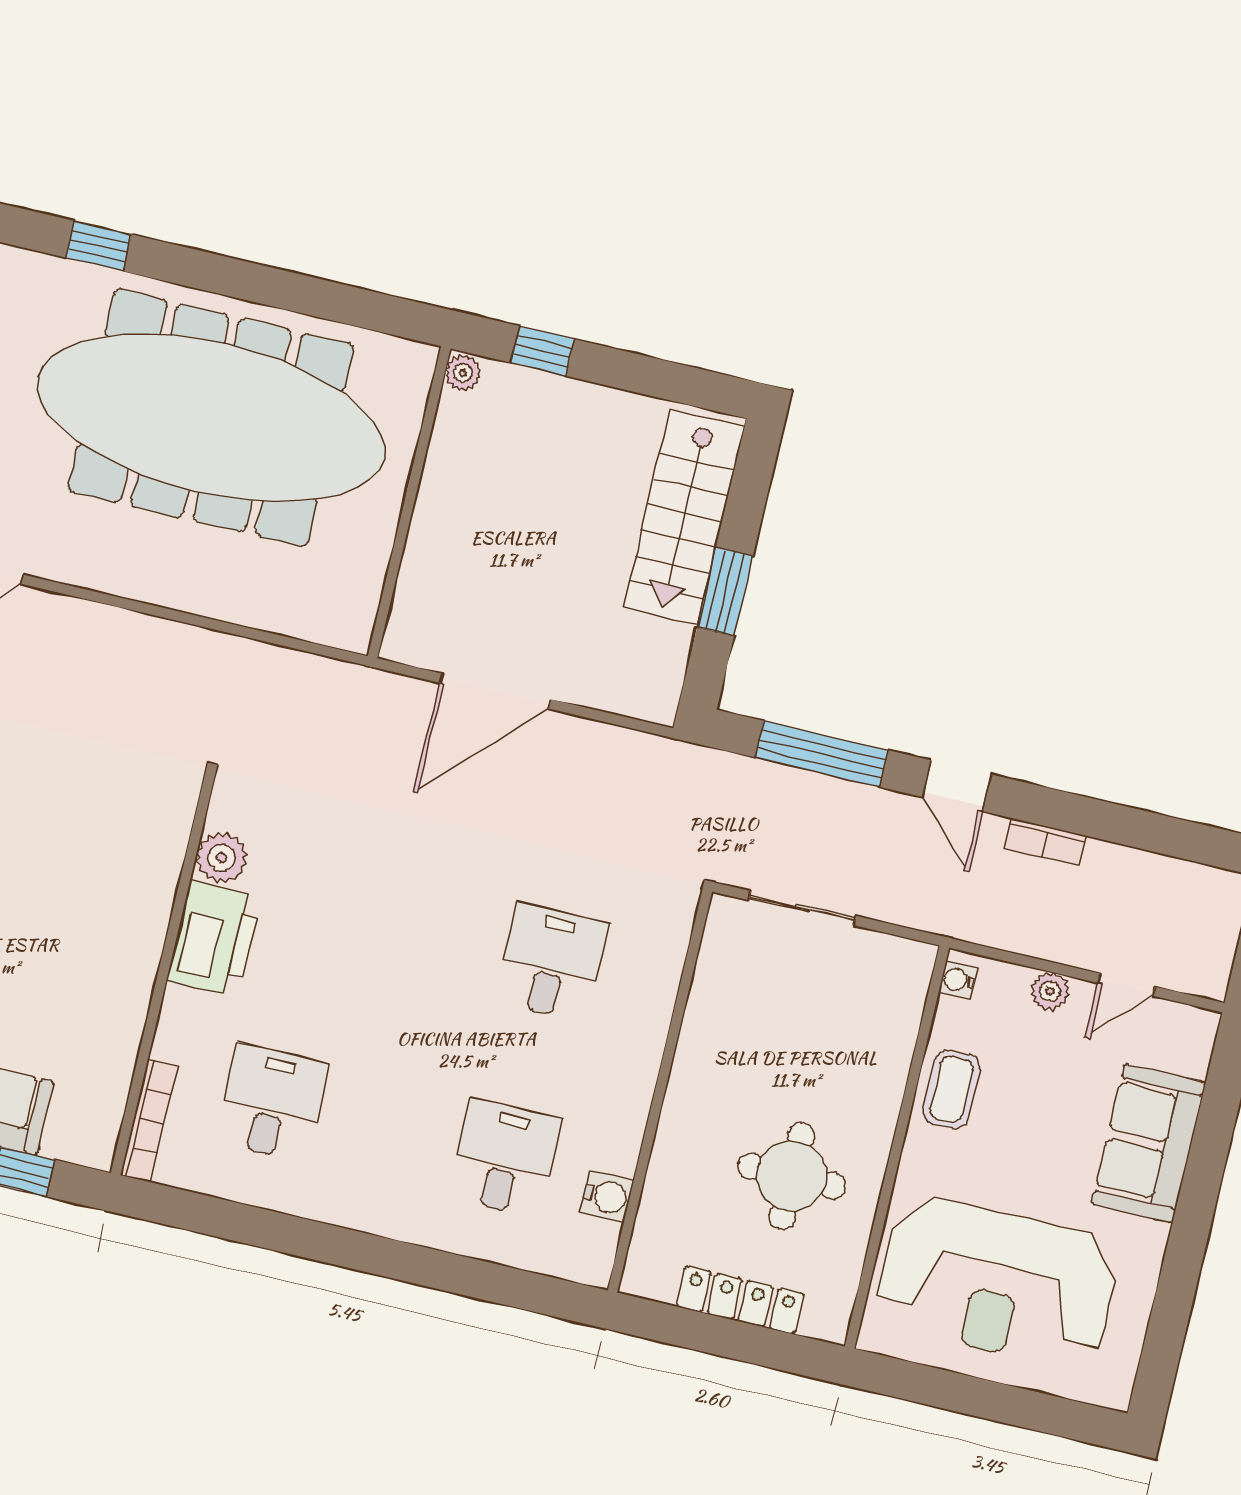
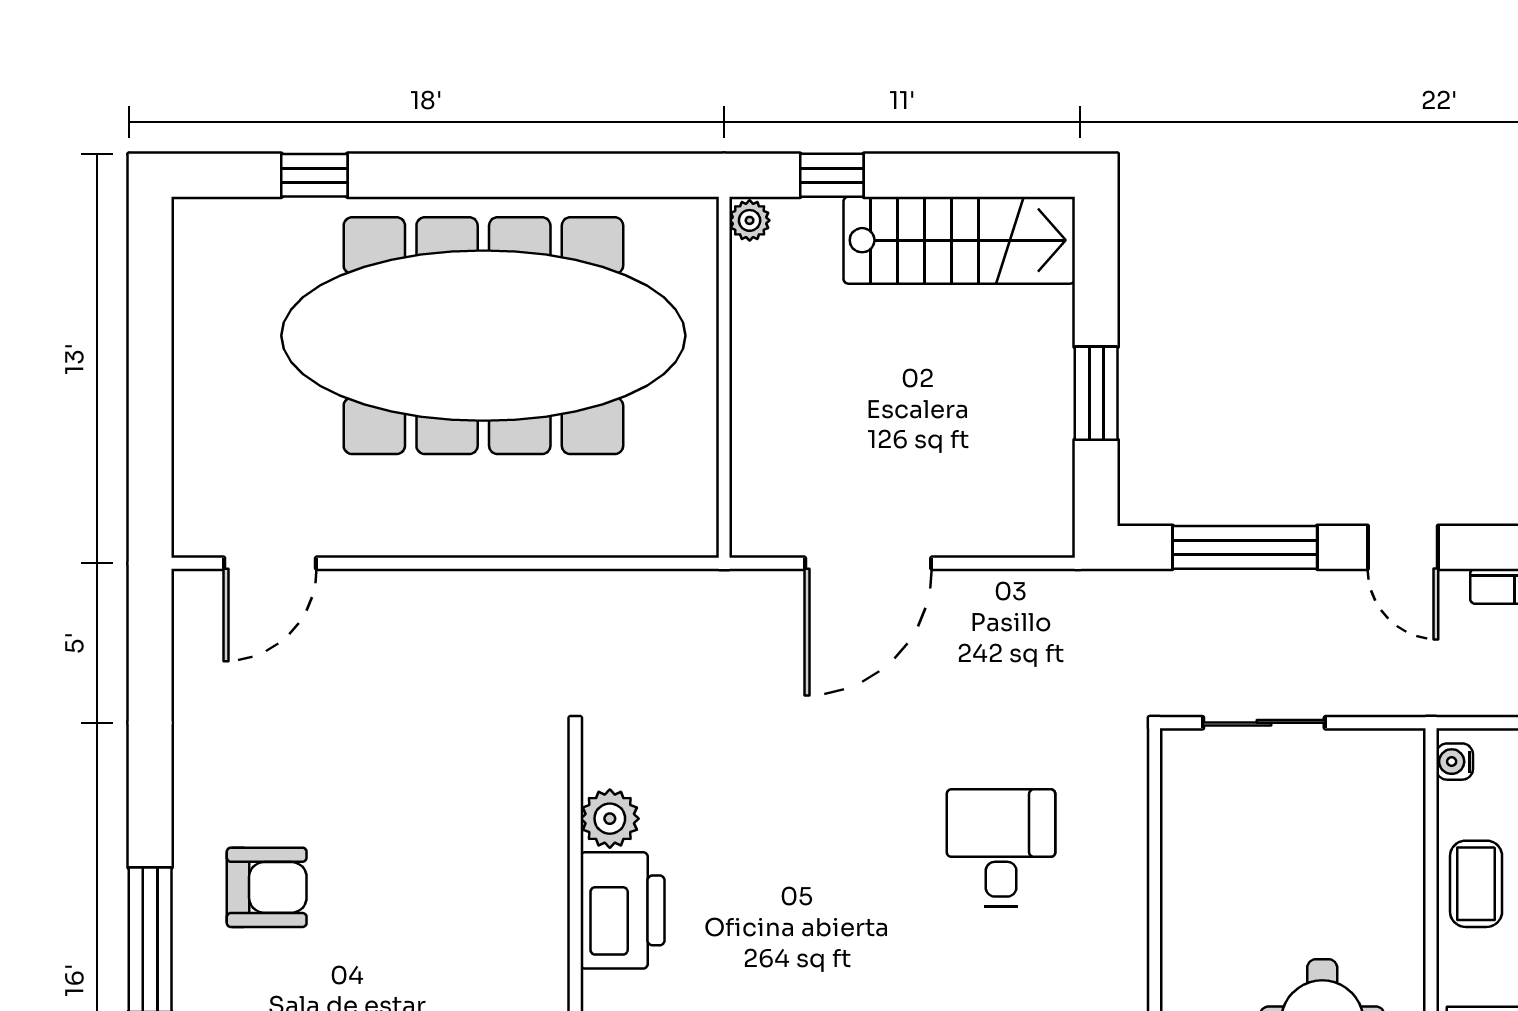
stairs: (684, 517) -> (959, 240), moved, turned -90

